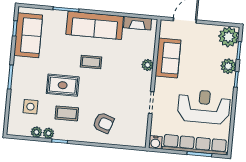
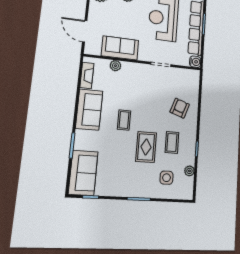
sofa: (95, 25) -> (89, 110), width x0.73
sofa: (28, 35) -> (83, 173), moved, turned 90
plant: (148, 65) -> (115, 66), moved
plant: (48, 133) -> (190, 159), removed

